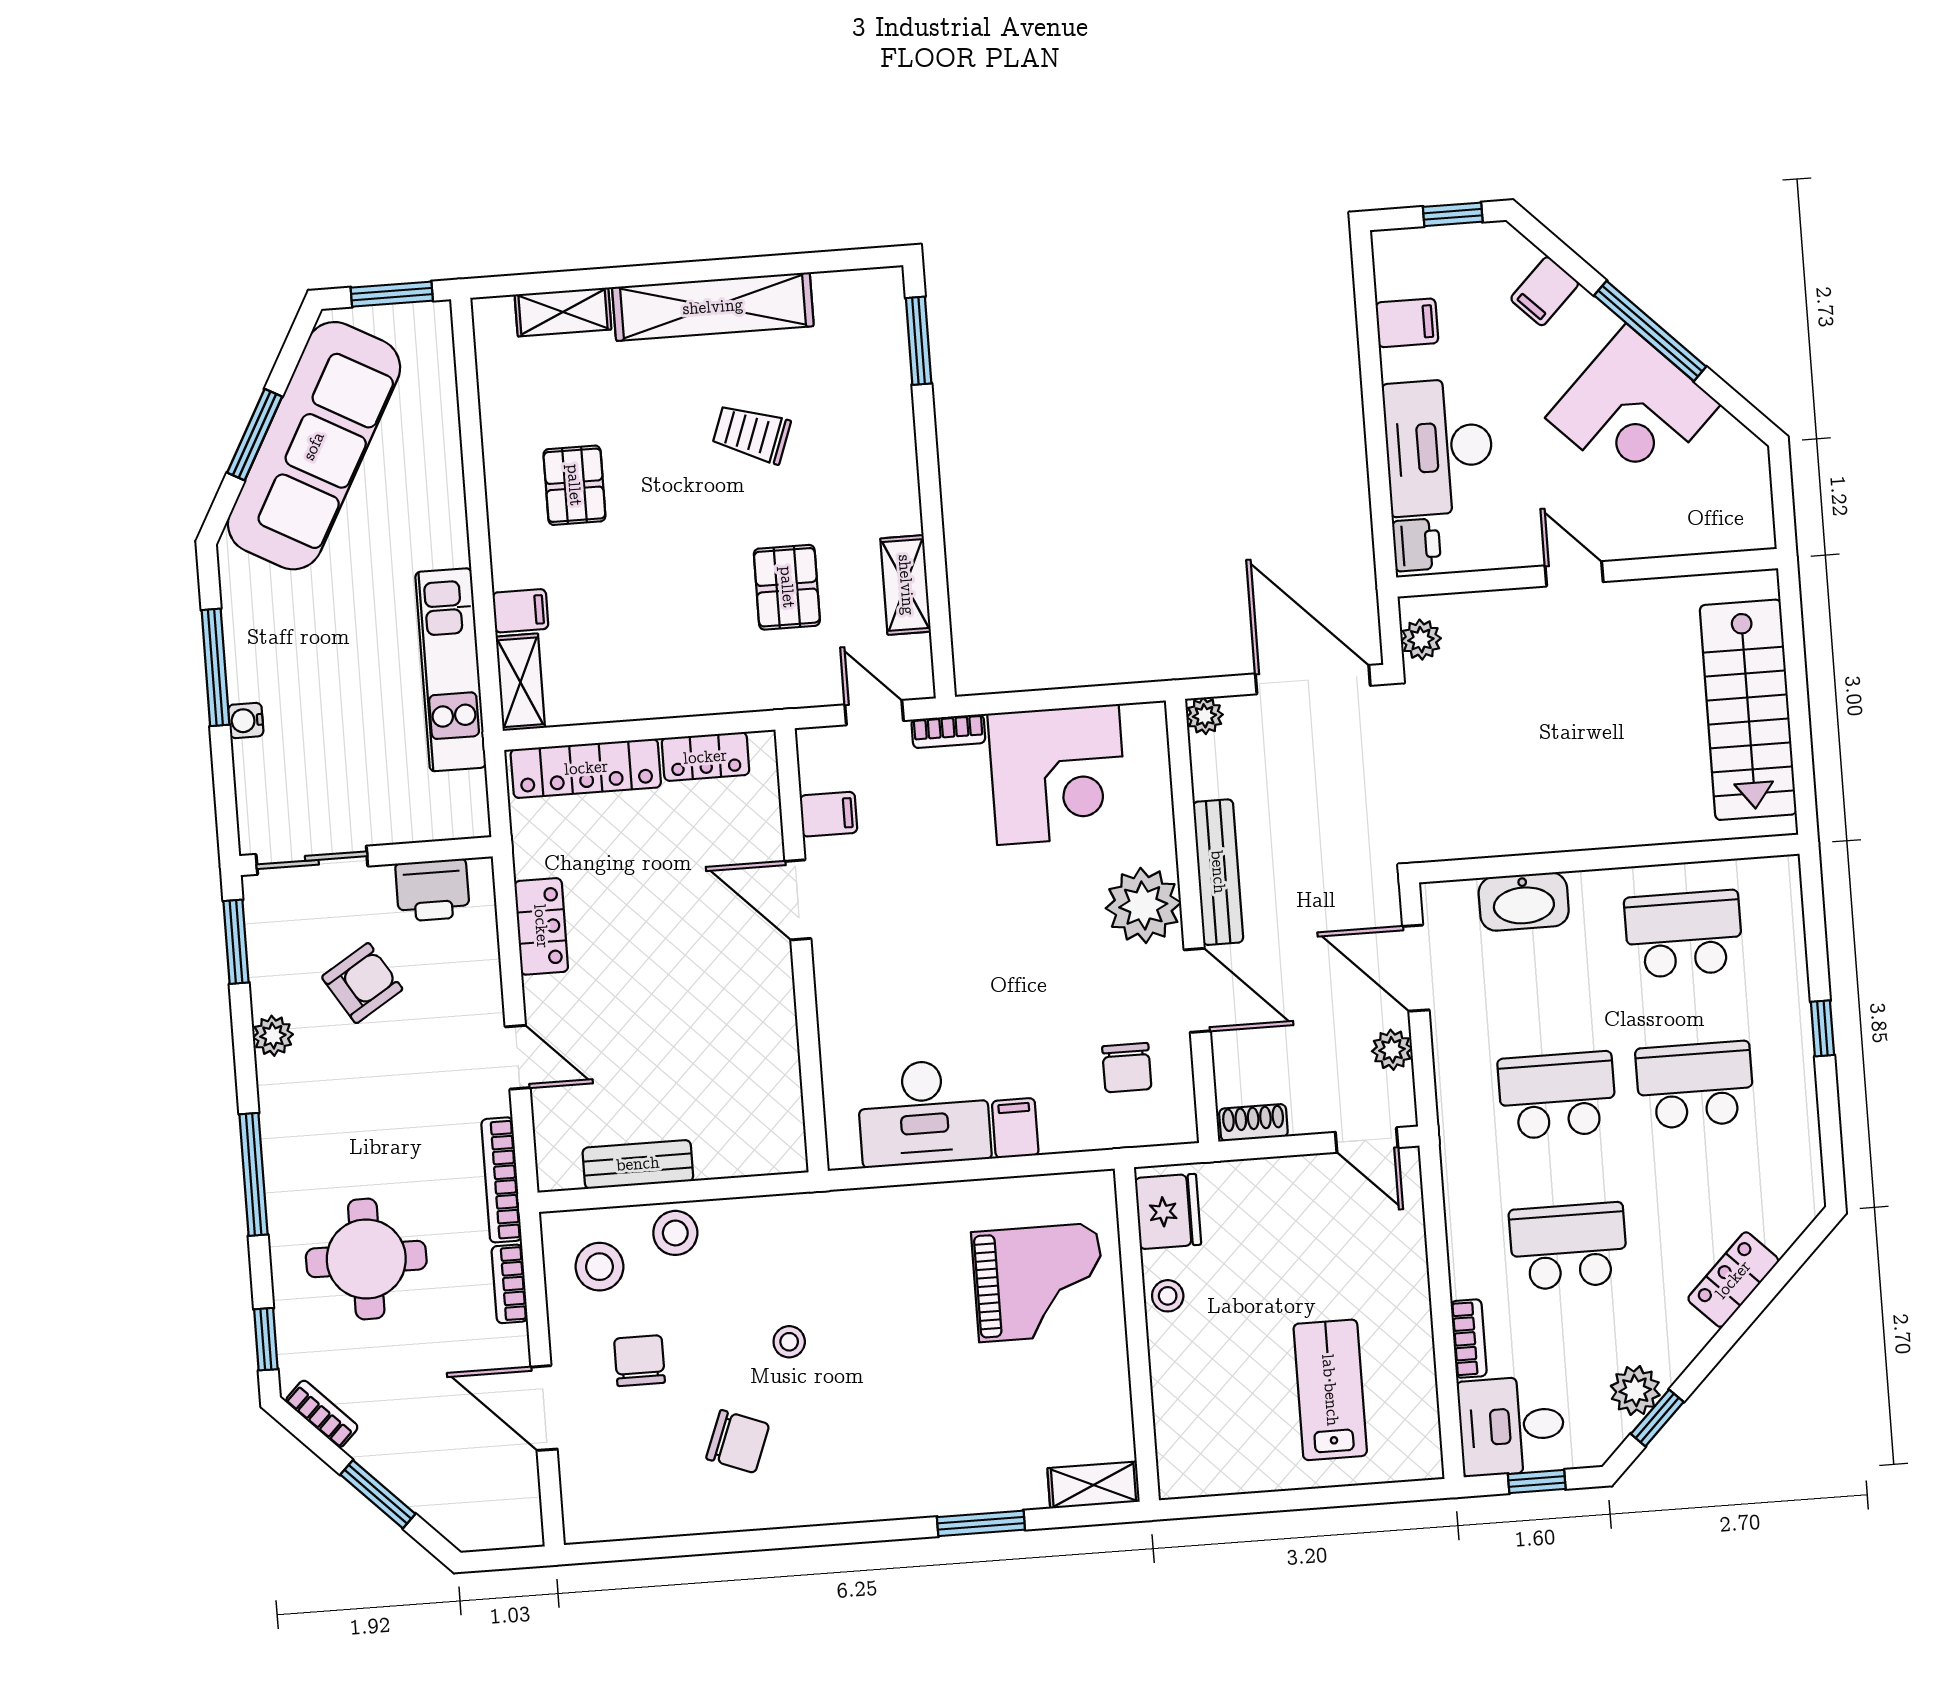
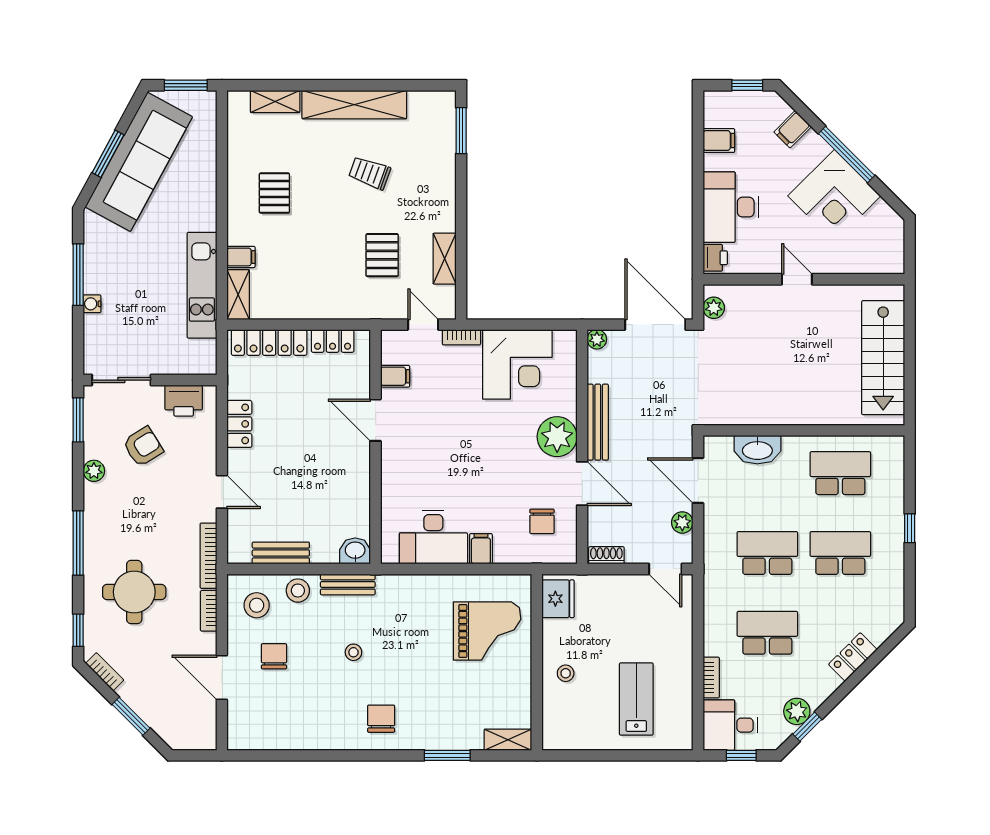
washbasin: (778, 1150) -> (355, 551), added
bench: (769, 1214) -> (348, 584), added
stool: (1168, 1296) -> (566, 673), moved
chair: (738, 1442) -> (381, 719), moved, turned -111

